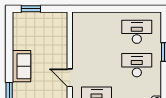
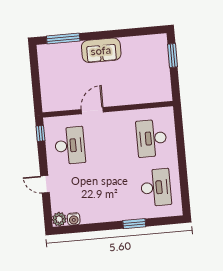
desk: (137, 65) -> (151, 138), moved, turned 180

